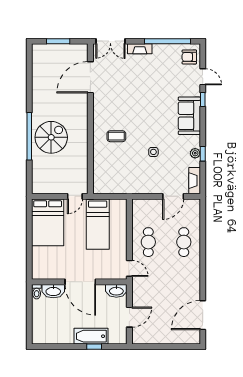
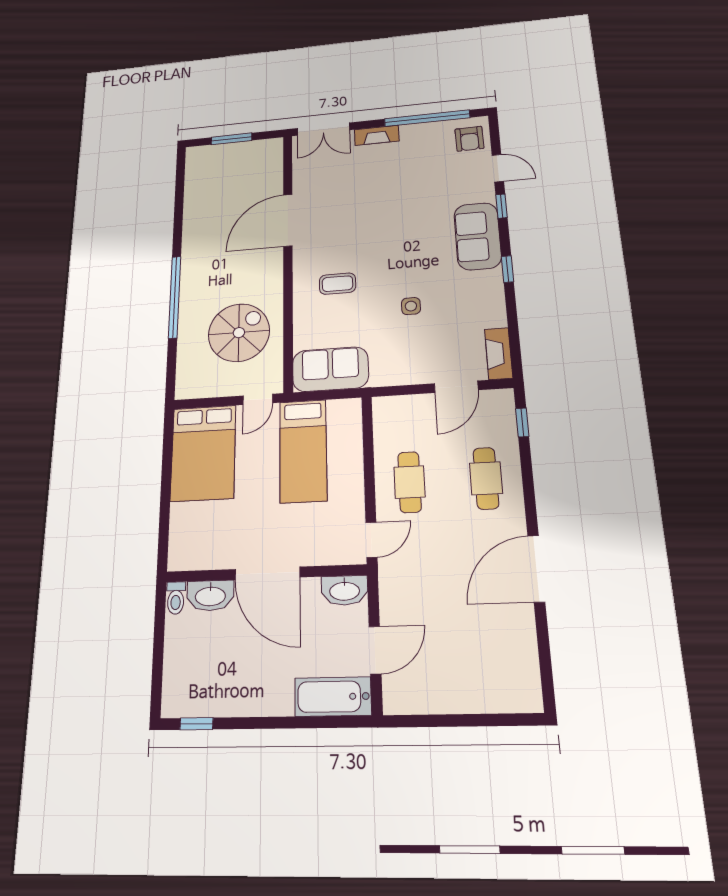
armchair: (189, 57) -> (469, 139), turned -91
door: (90, 77) -> (288, 220), moved
spiral stairs: (51, 137) -> (239, 333), moved
plant: (195, 153) -> (495, 302), removed
window: (203, 154) -> (507, 269), moved
sofa: (112, 183) -> (330, 369), added
window: (203, 216) -> (522, 423), added
door: (129, 268) -> (371, 540), hinge flipped
door: (203, 315) -> (536, 569), moved
bathtub: (91, 336) -> (333, 697), moved
window: (94, 347) -> (196, 724), moved

